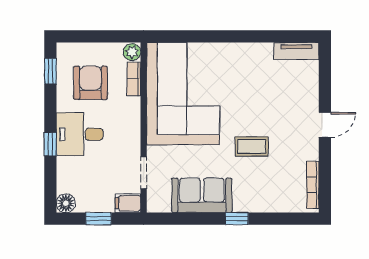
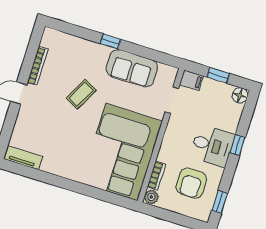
coffee table: (252, 146) -> (81, 94), turned -62
bookcase: (313, 185) -> (38, 66), moved

